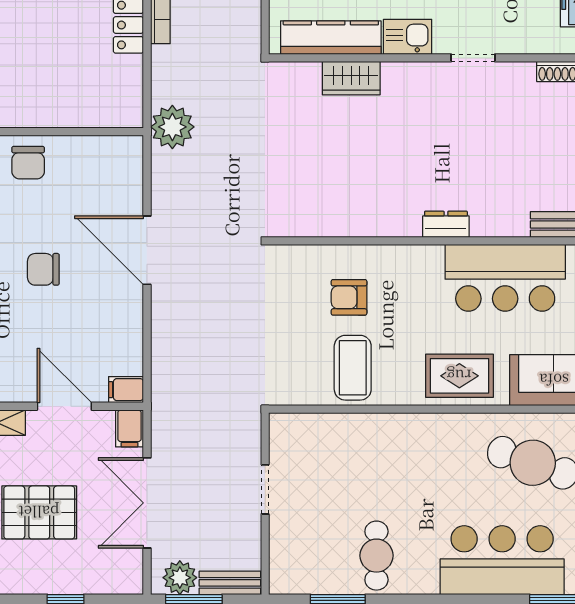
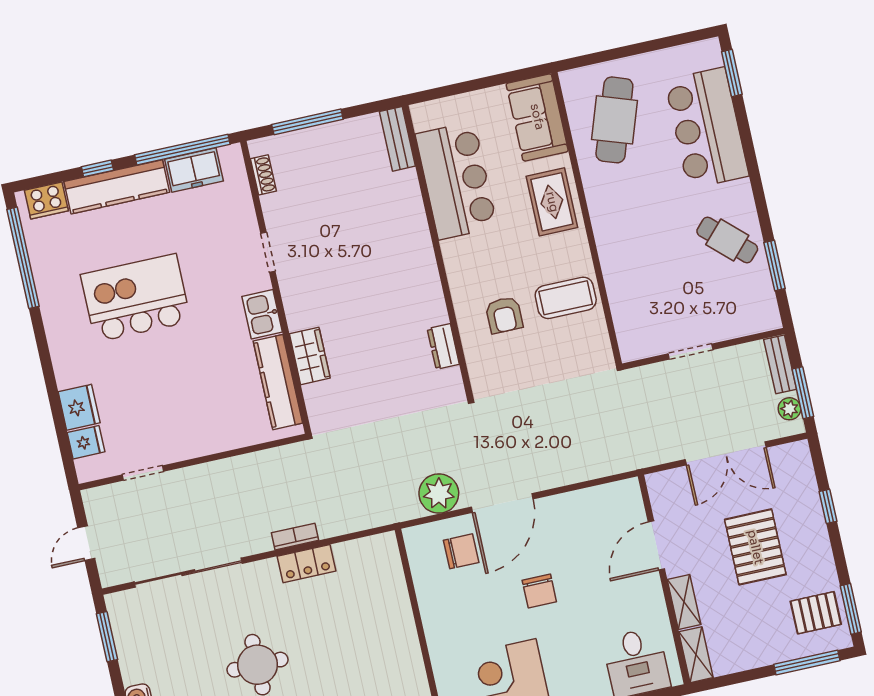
plant: (172, 127) -> (439, 493), moved
chair: (28, 163) -> (461, 551), moved
dresser: (446, 224) -> (443, 346), moved
filing cabinet: (126, 390) -> (630, 494), removed
filing cabinet: (129, 428) -> (663, 484), removed
cafe table: (376, 556) -> (727, 240), turned 43
plant: (180, 578) -> (789, 409), width x0.73, depth x0.73

